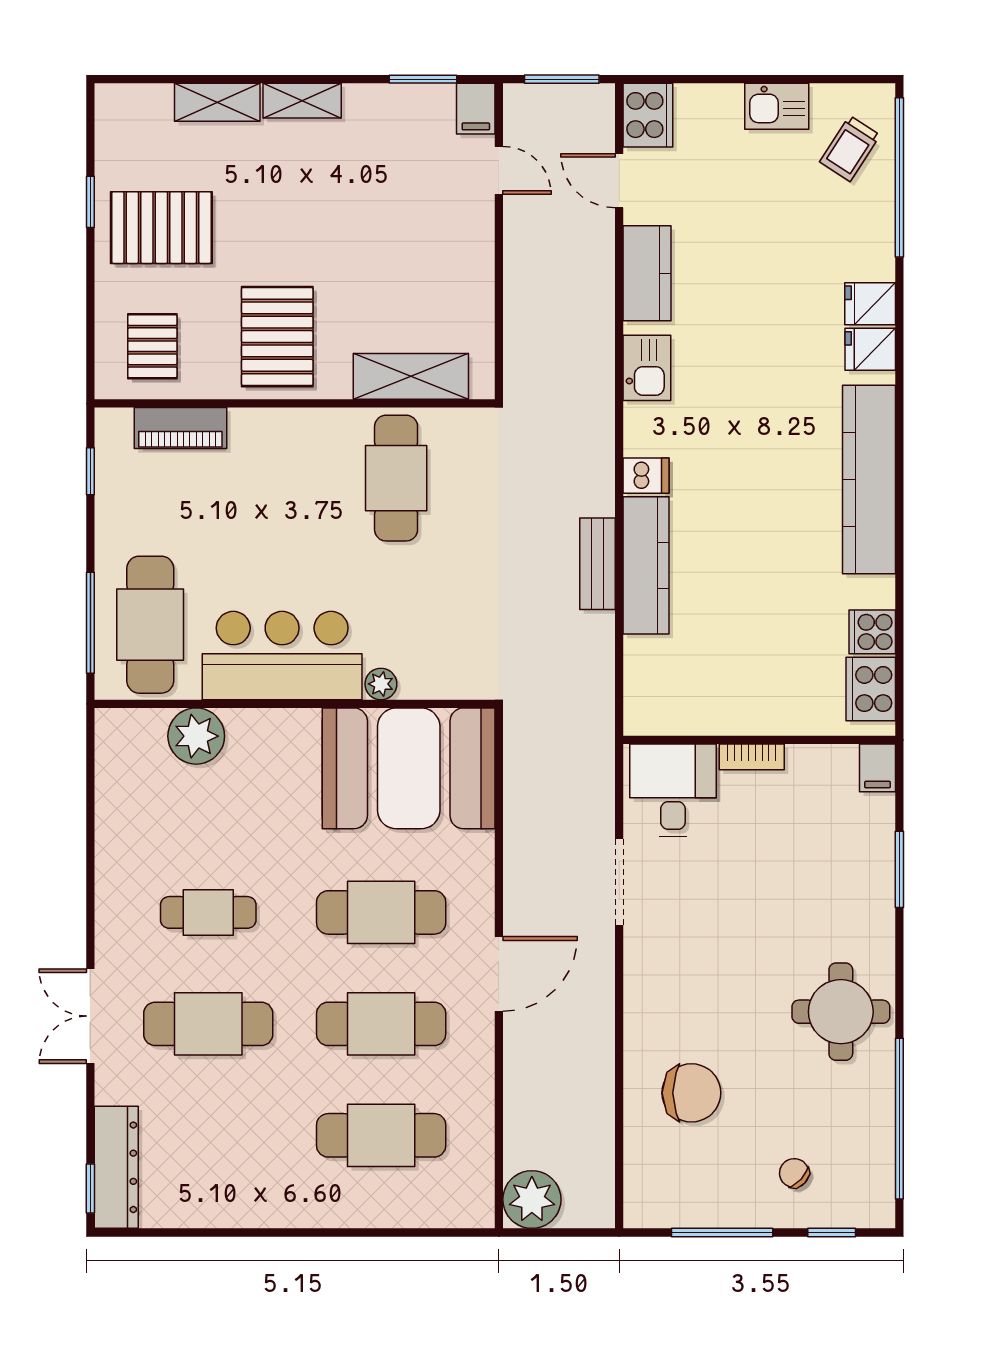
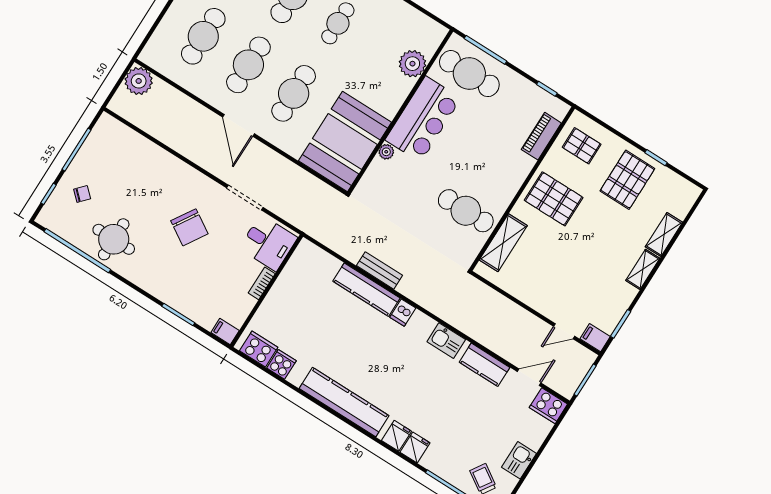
round table: (841, 1012) -> (114, 239), moved
chair: (691, 1093) -> (189, 227), moved, turned -58

